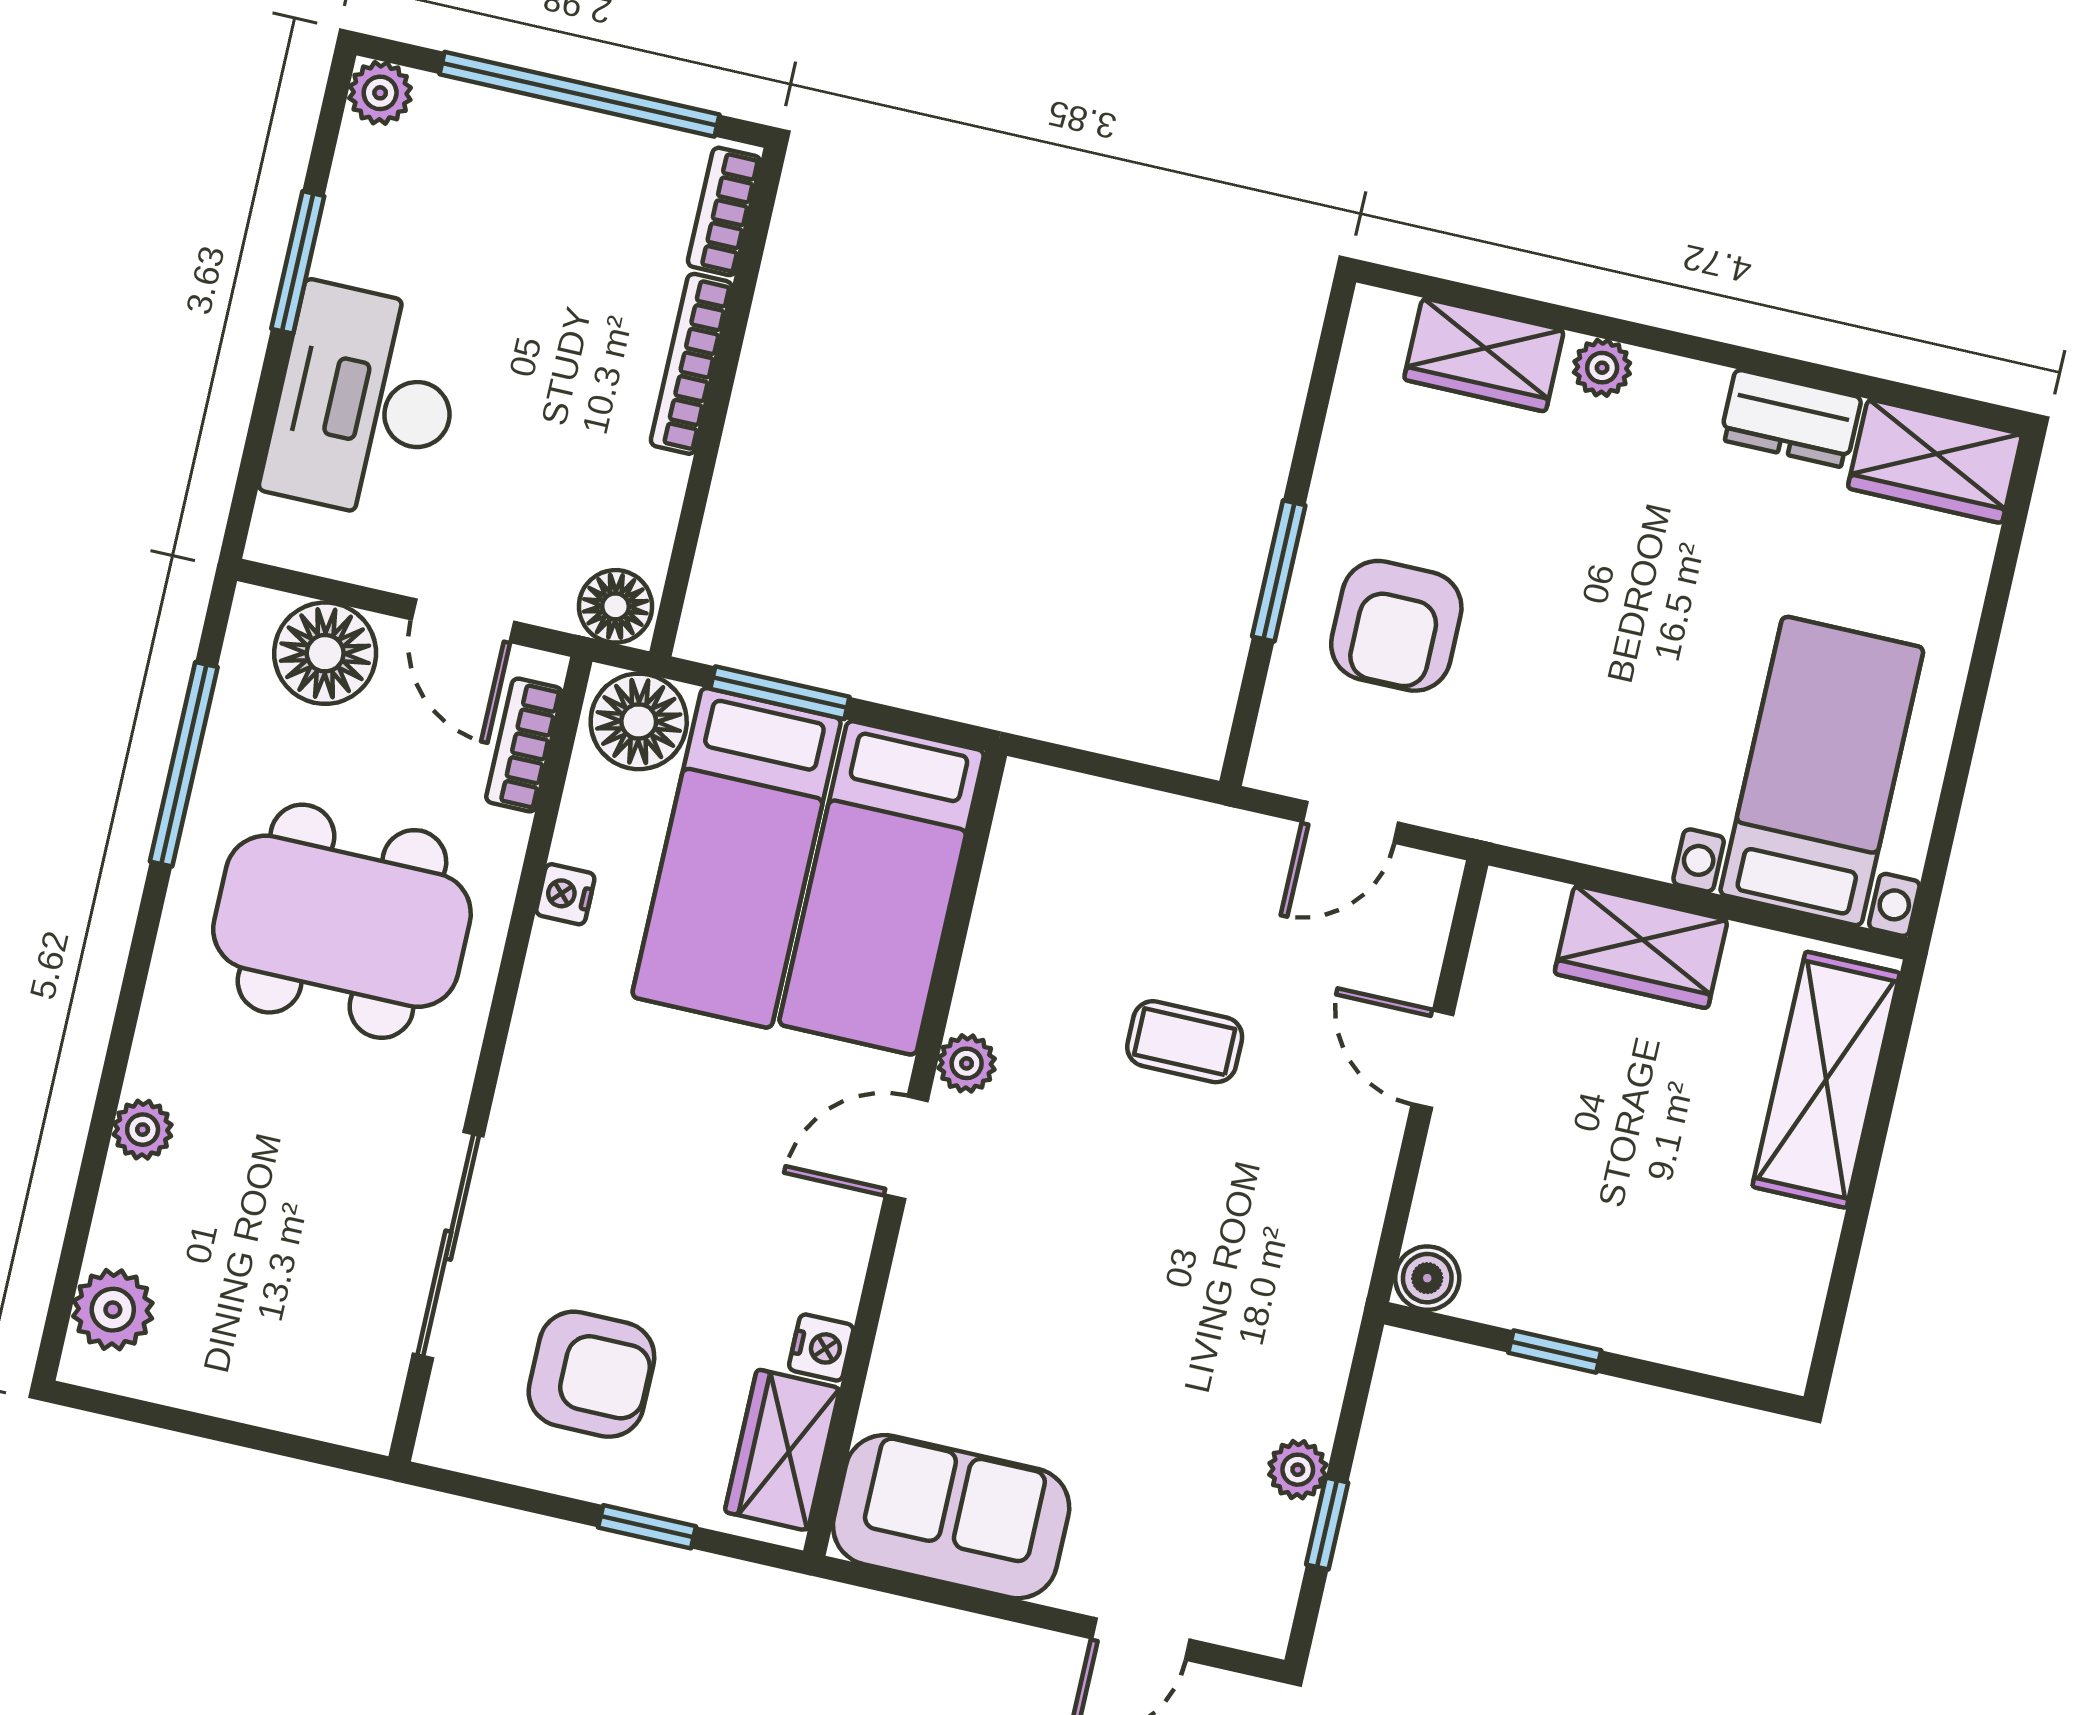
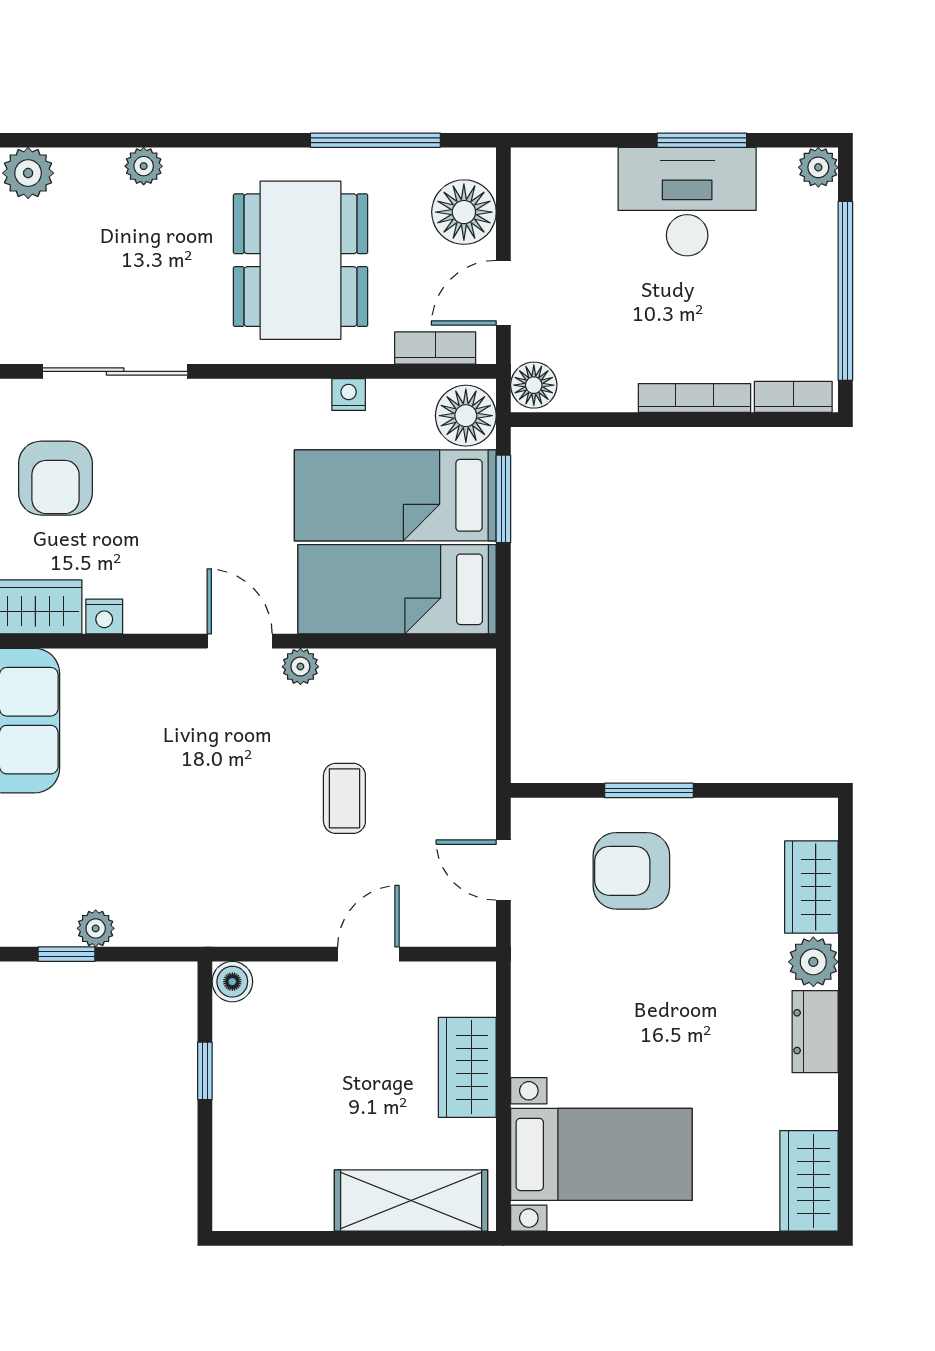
plant: (1602, 368) -> (813, 962), width x1.38, depth x1.38
desk: (365, 403) -> (687, 202), moved
dresser: (1791, 419) -> (815, 1032), moved

